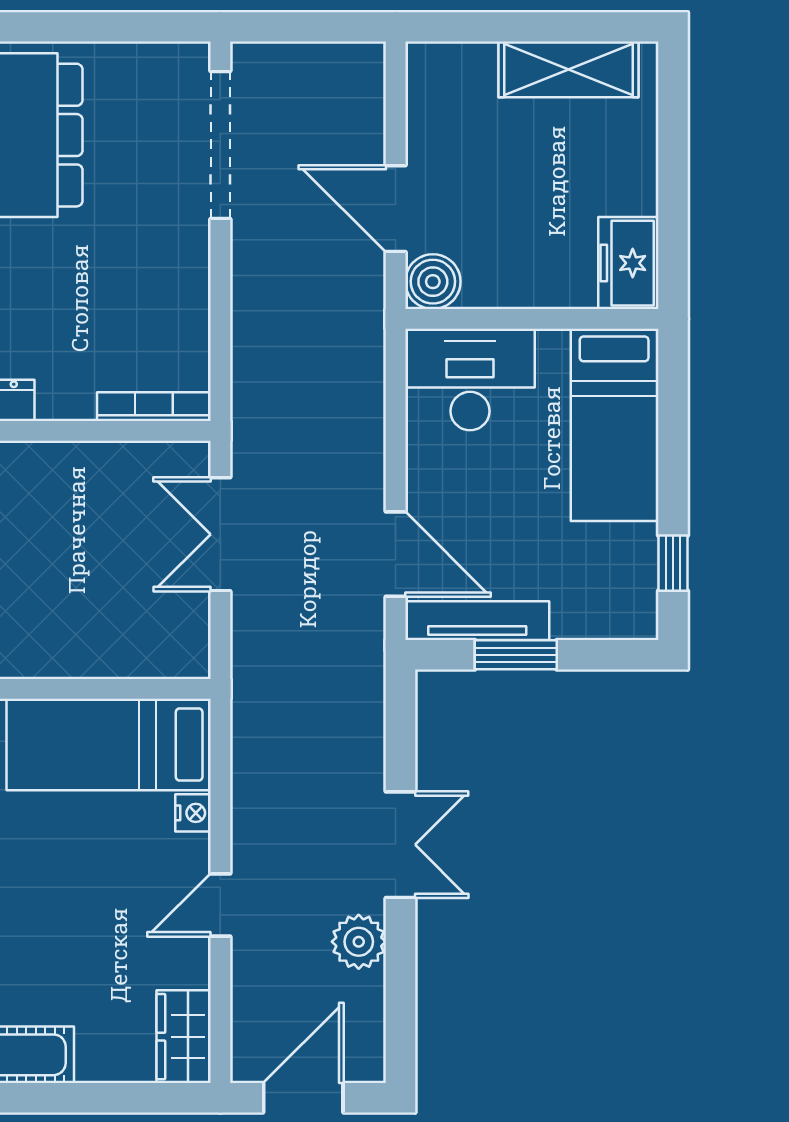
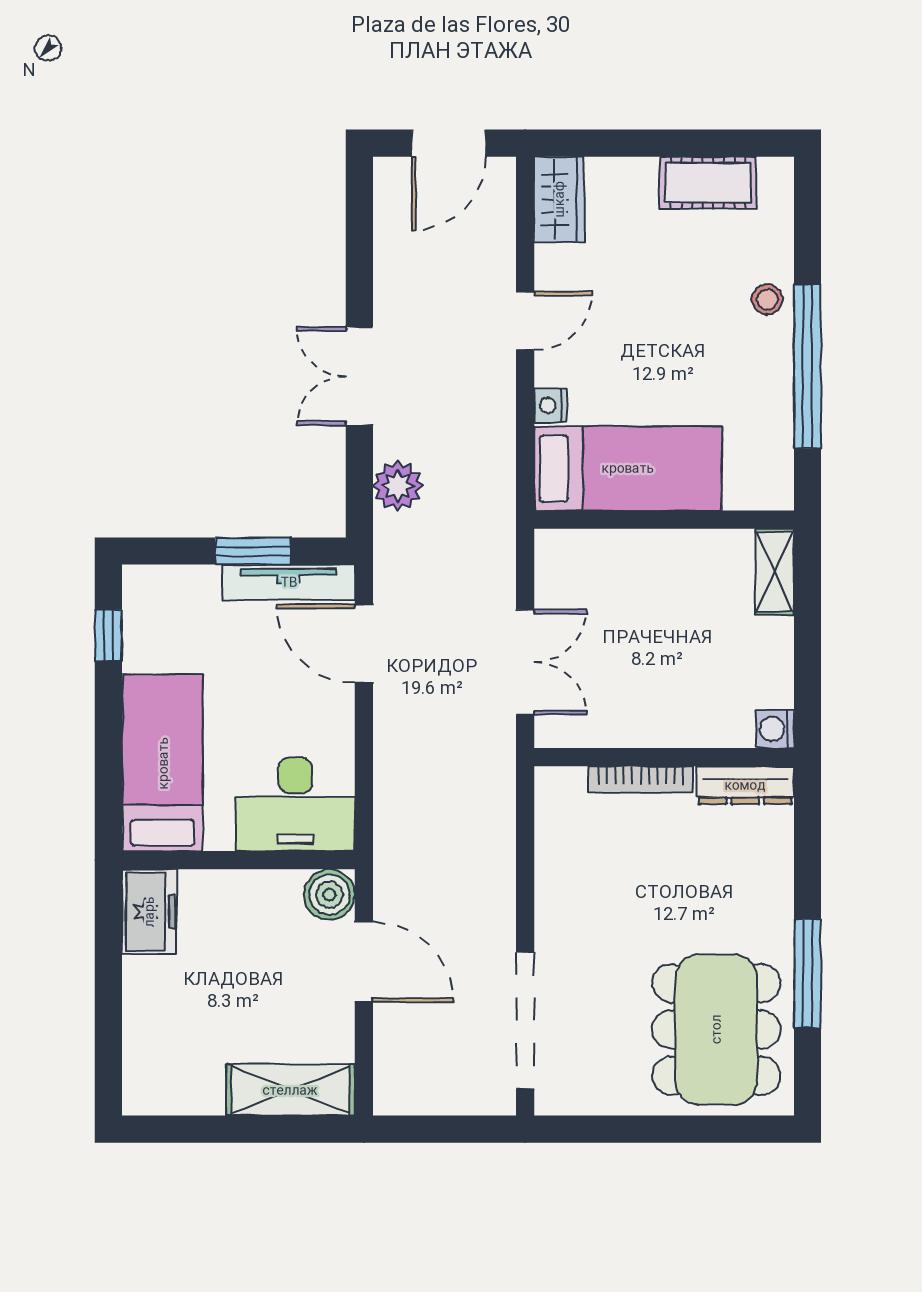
shelving: (568, 69) -> (290, 1090), moved
bookcase: (154, 407) -> (641, 779), moved
plant: (359, 942) -> (398, 486), moved

